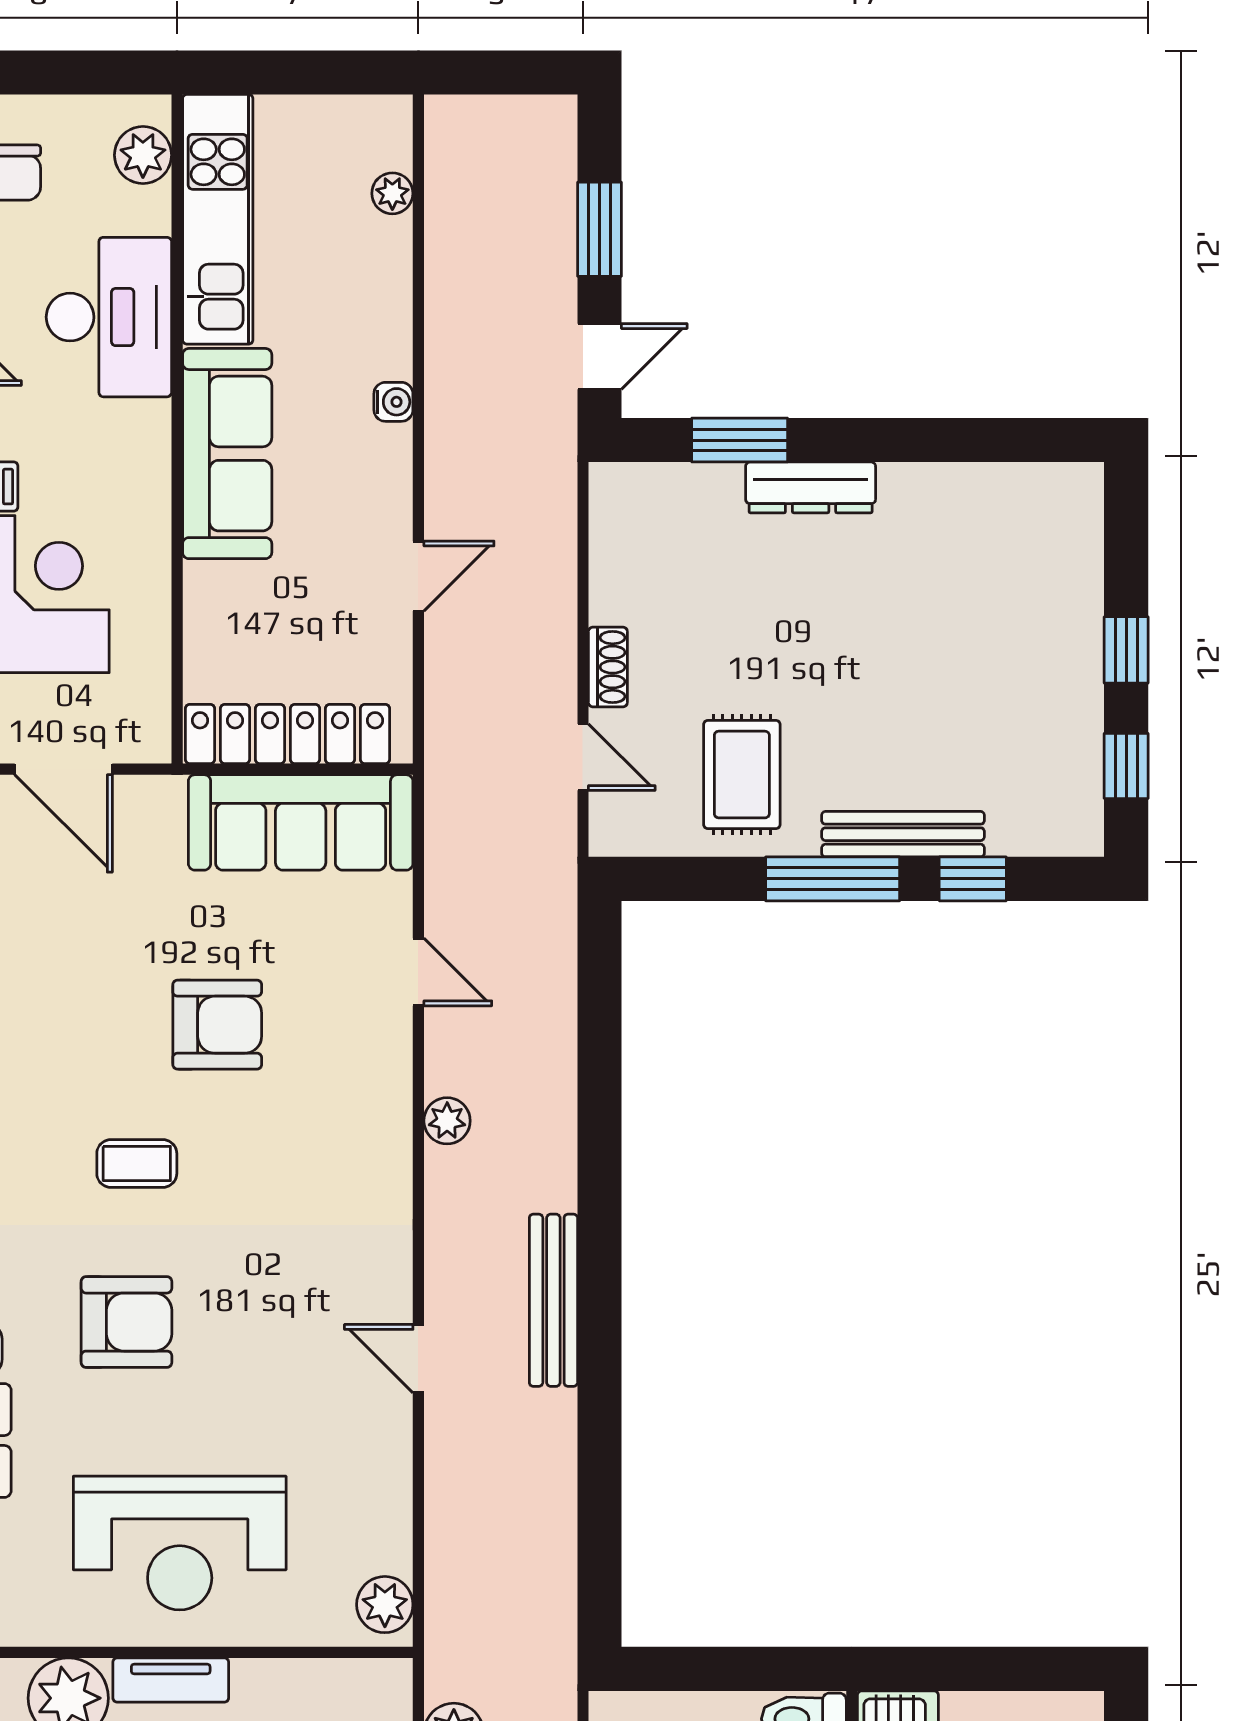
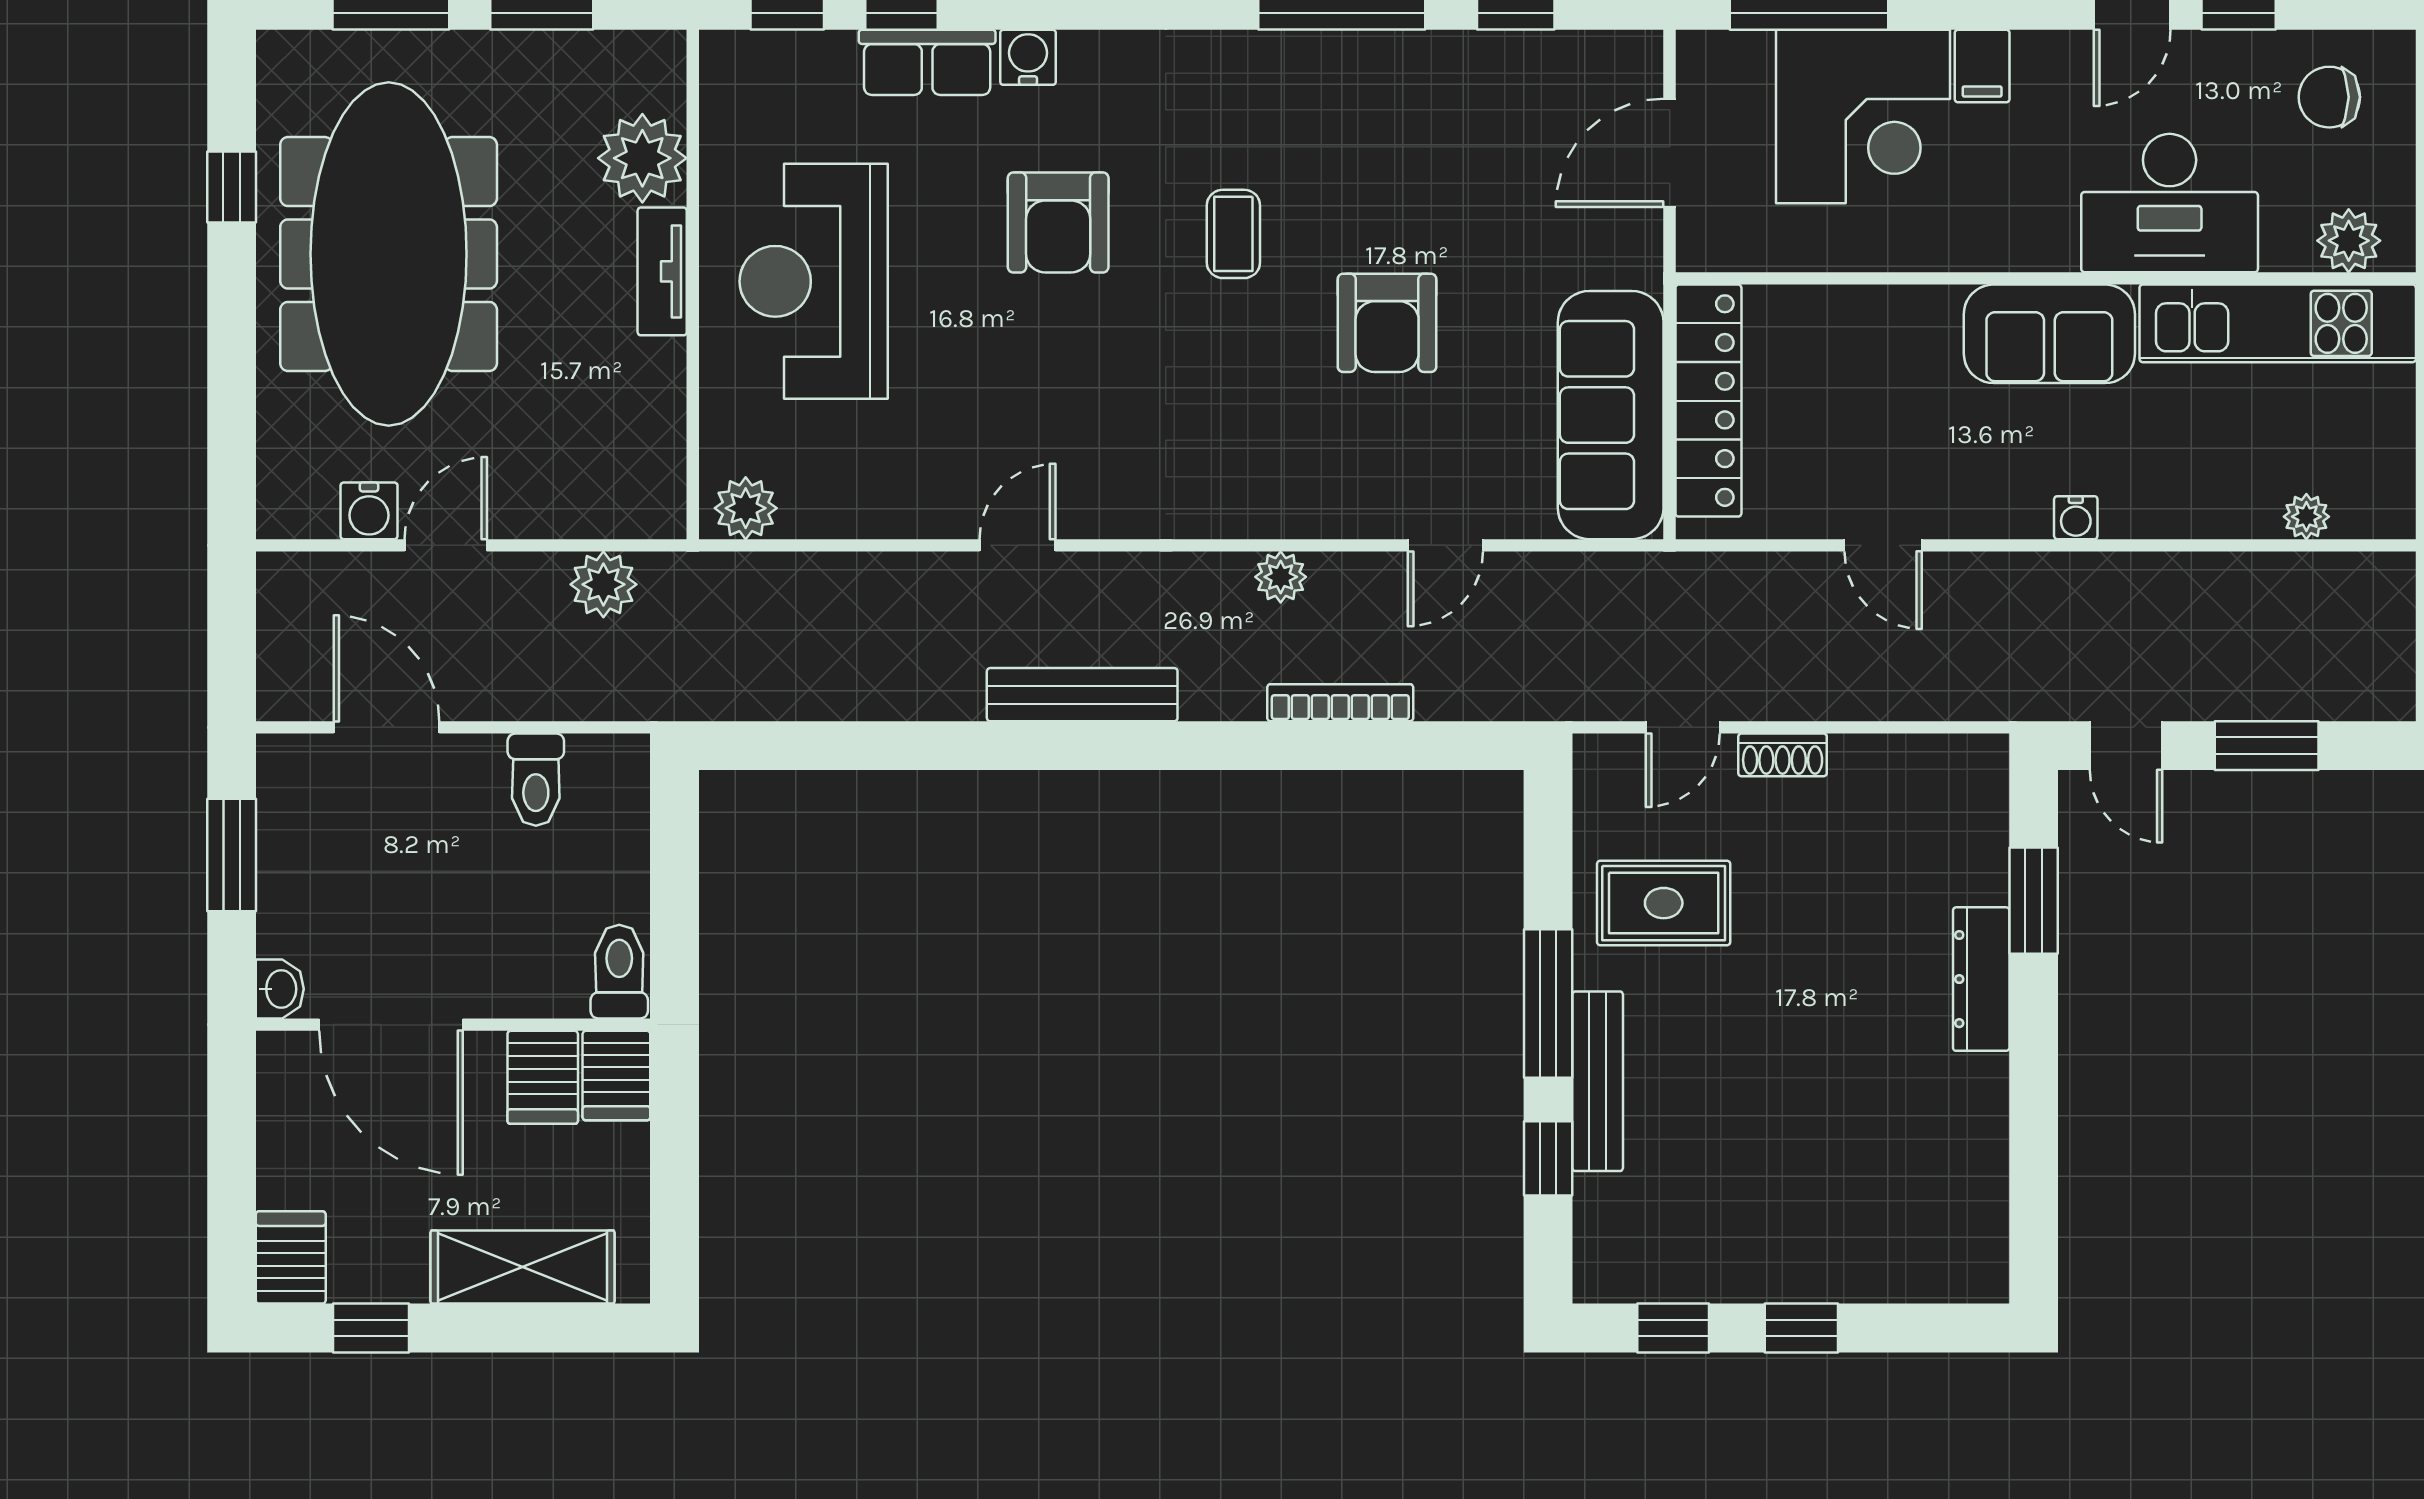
sofa: (227, 454) -> (2049, 334), width x0.73
bookcase: (561, 1067) -> (1340, 703), added

